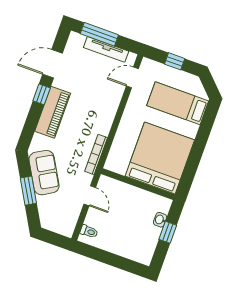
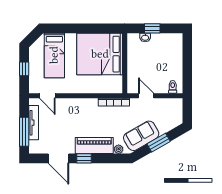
plant: (38, 140) -> (119, 149), added
door: (90, 196) -> (146, 96), hinge flipped

